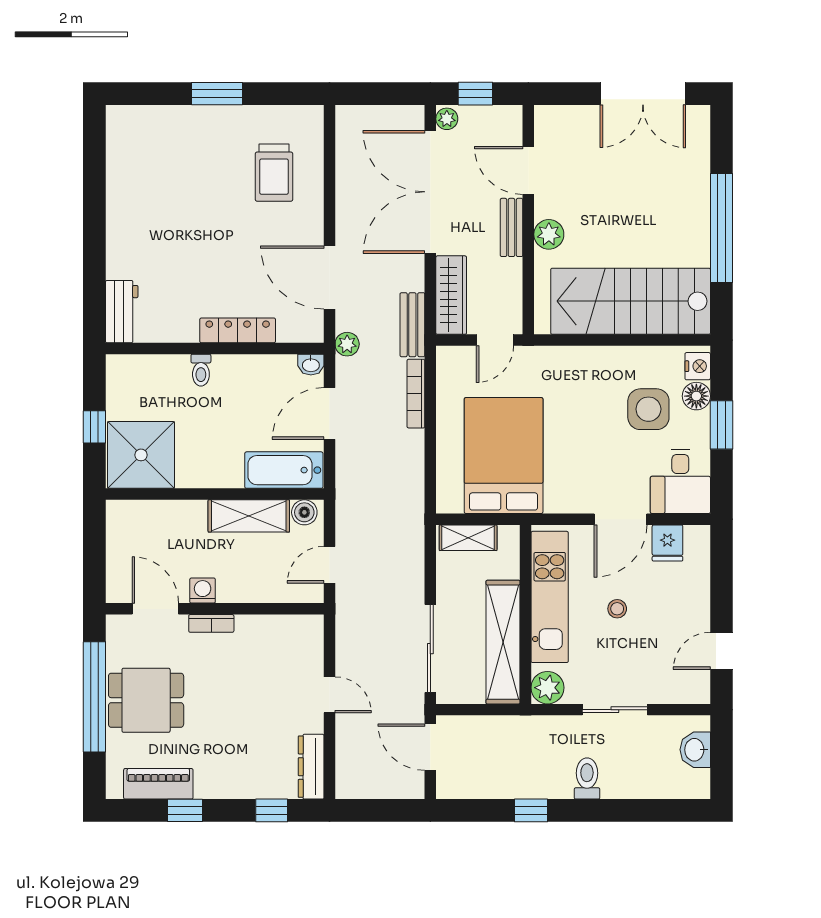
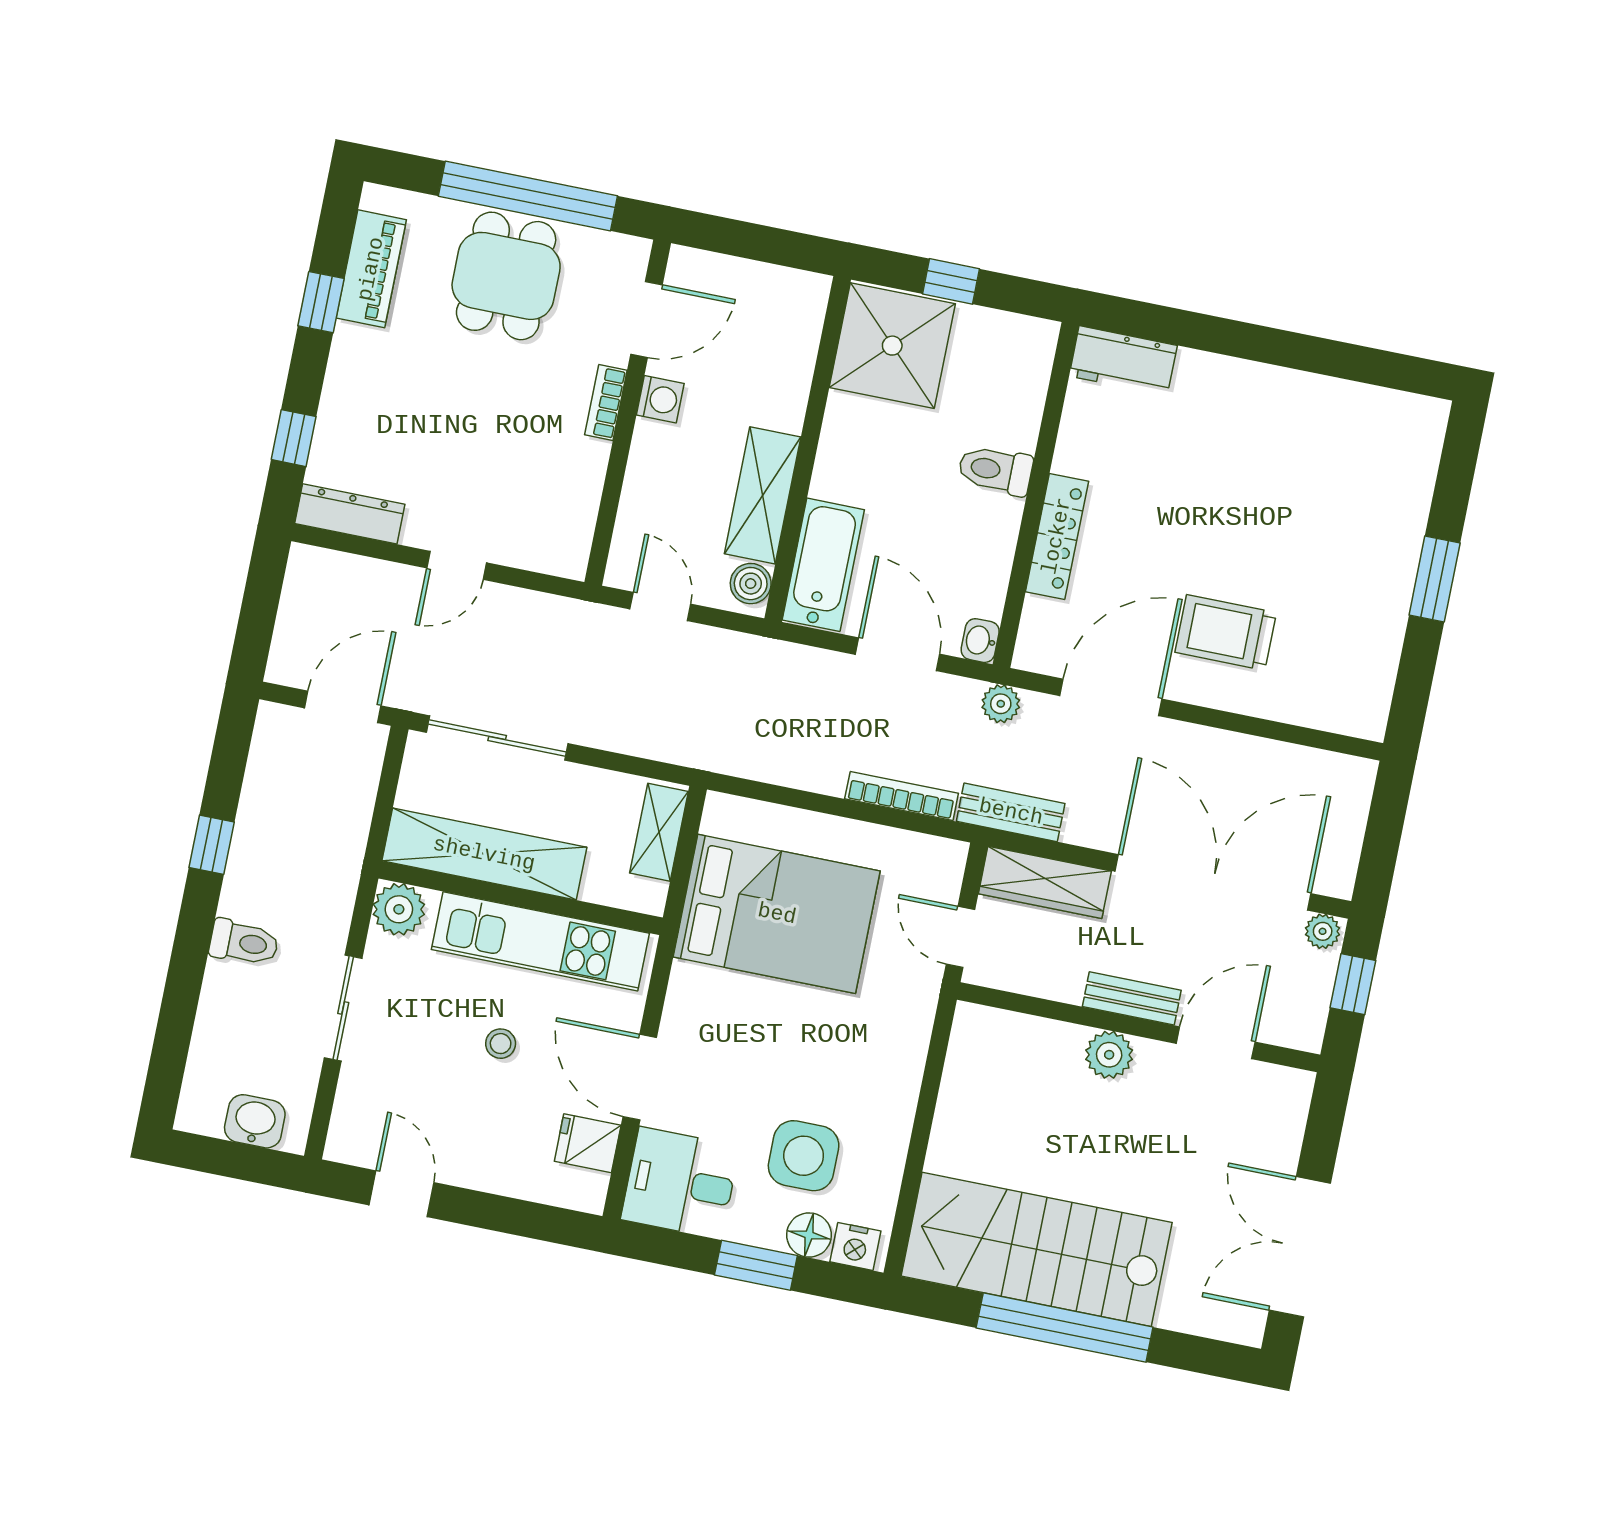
trolley: (274, 173) -> (1226, 632), moved
stairs: (631, 301) -> (1037, 1249), moved, turned -90
toilet: (201, 370) -> (995, 470), width x1.37, depth x1.39

